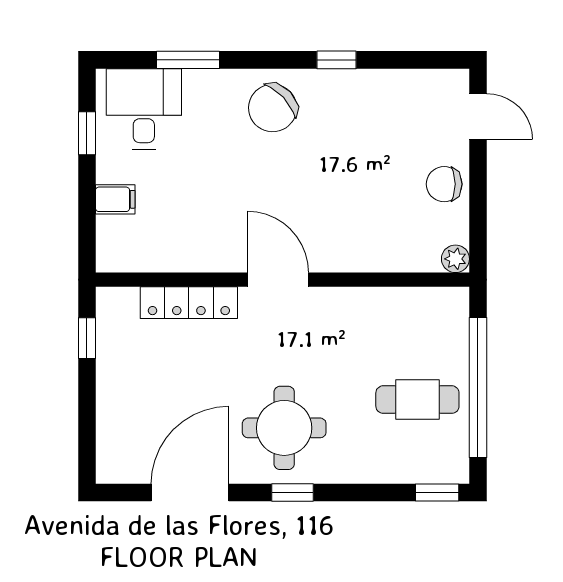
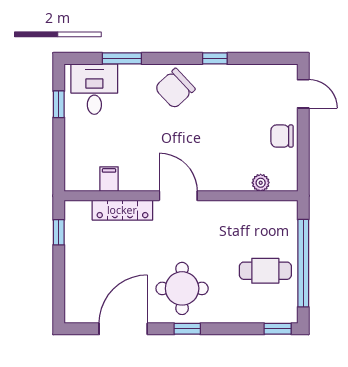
filing cabinet: (115, 199) -> (109, 179), moved, turned -90
plant: (455, 259) -> (261, 183), moved

